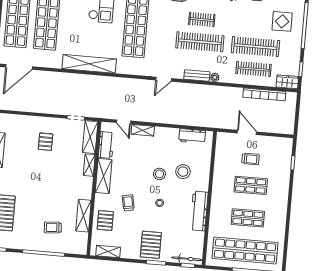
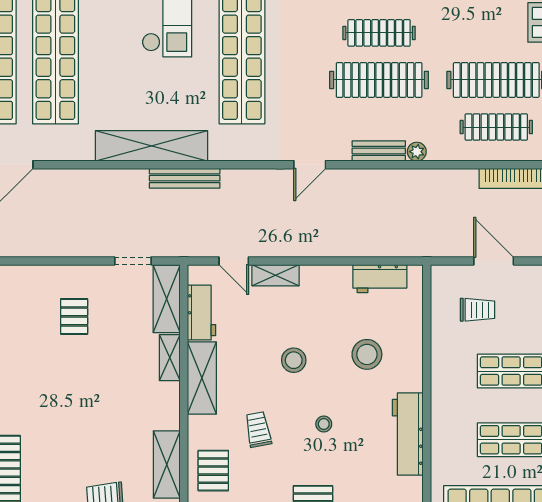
clothes rail: (202, 19) -> (379, 33), width x1.36
bench: (104, 81) -> (185, 178), added
trolley: (250, 159) -> (478, 310), moved
stool: (159, 174) -> (294, 360), moved

